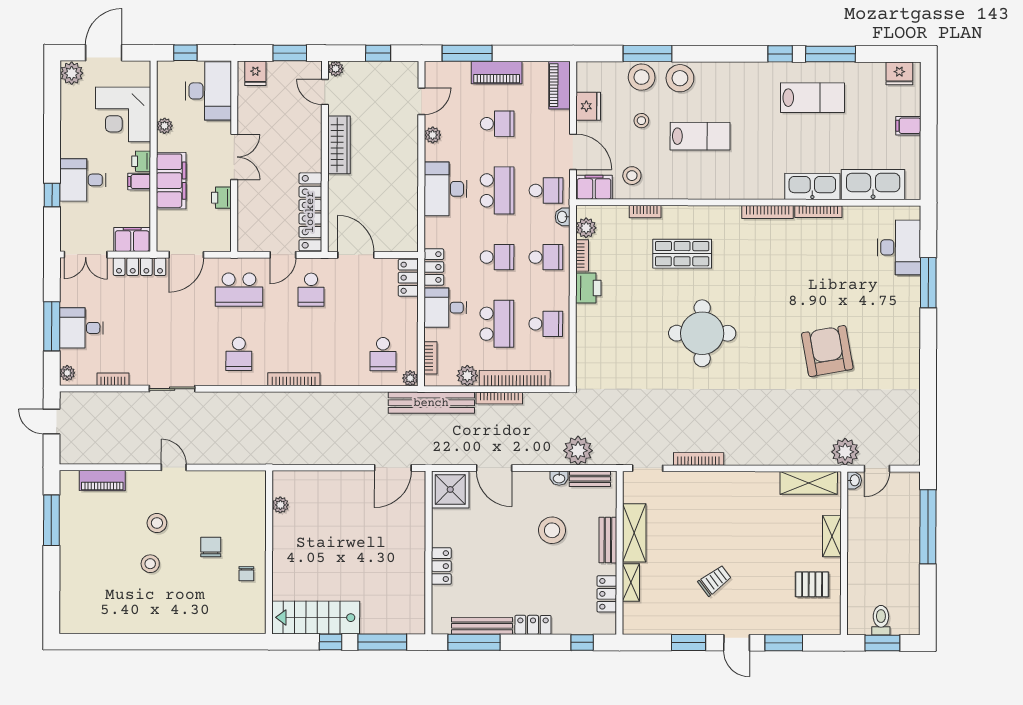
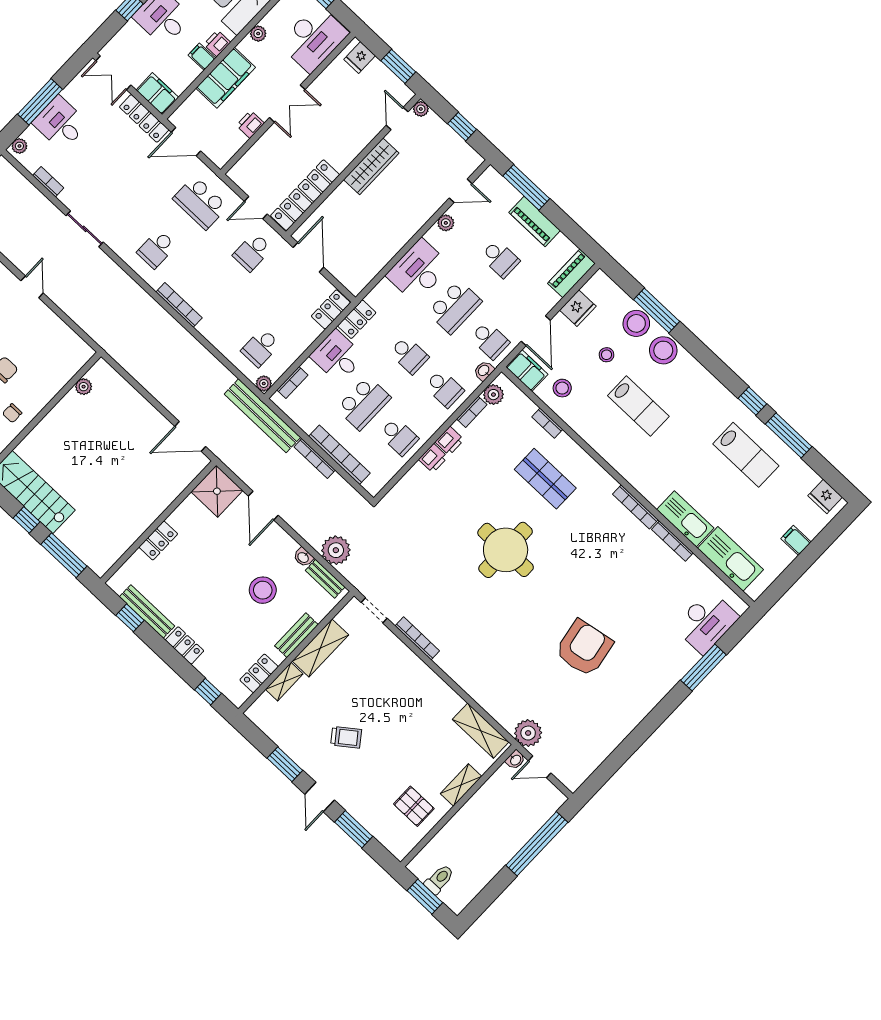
printer: (588, 288) -> (449, 441), width x0.73, depth x0.81
printer: (586, 316) -> (433, 458), added
plant: (467, 376) -> (307, 421), removed
window: (474, 642) -> (130, 618), width x0.46

